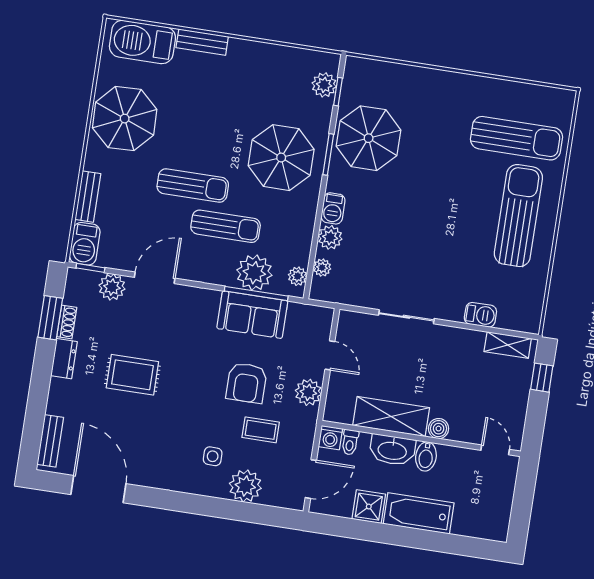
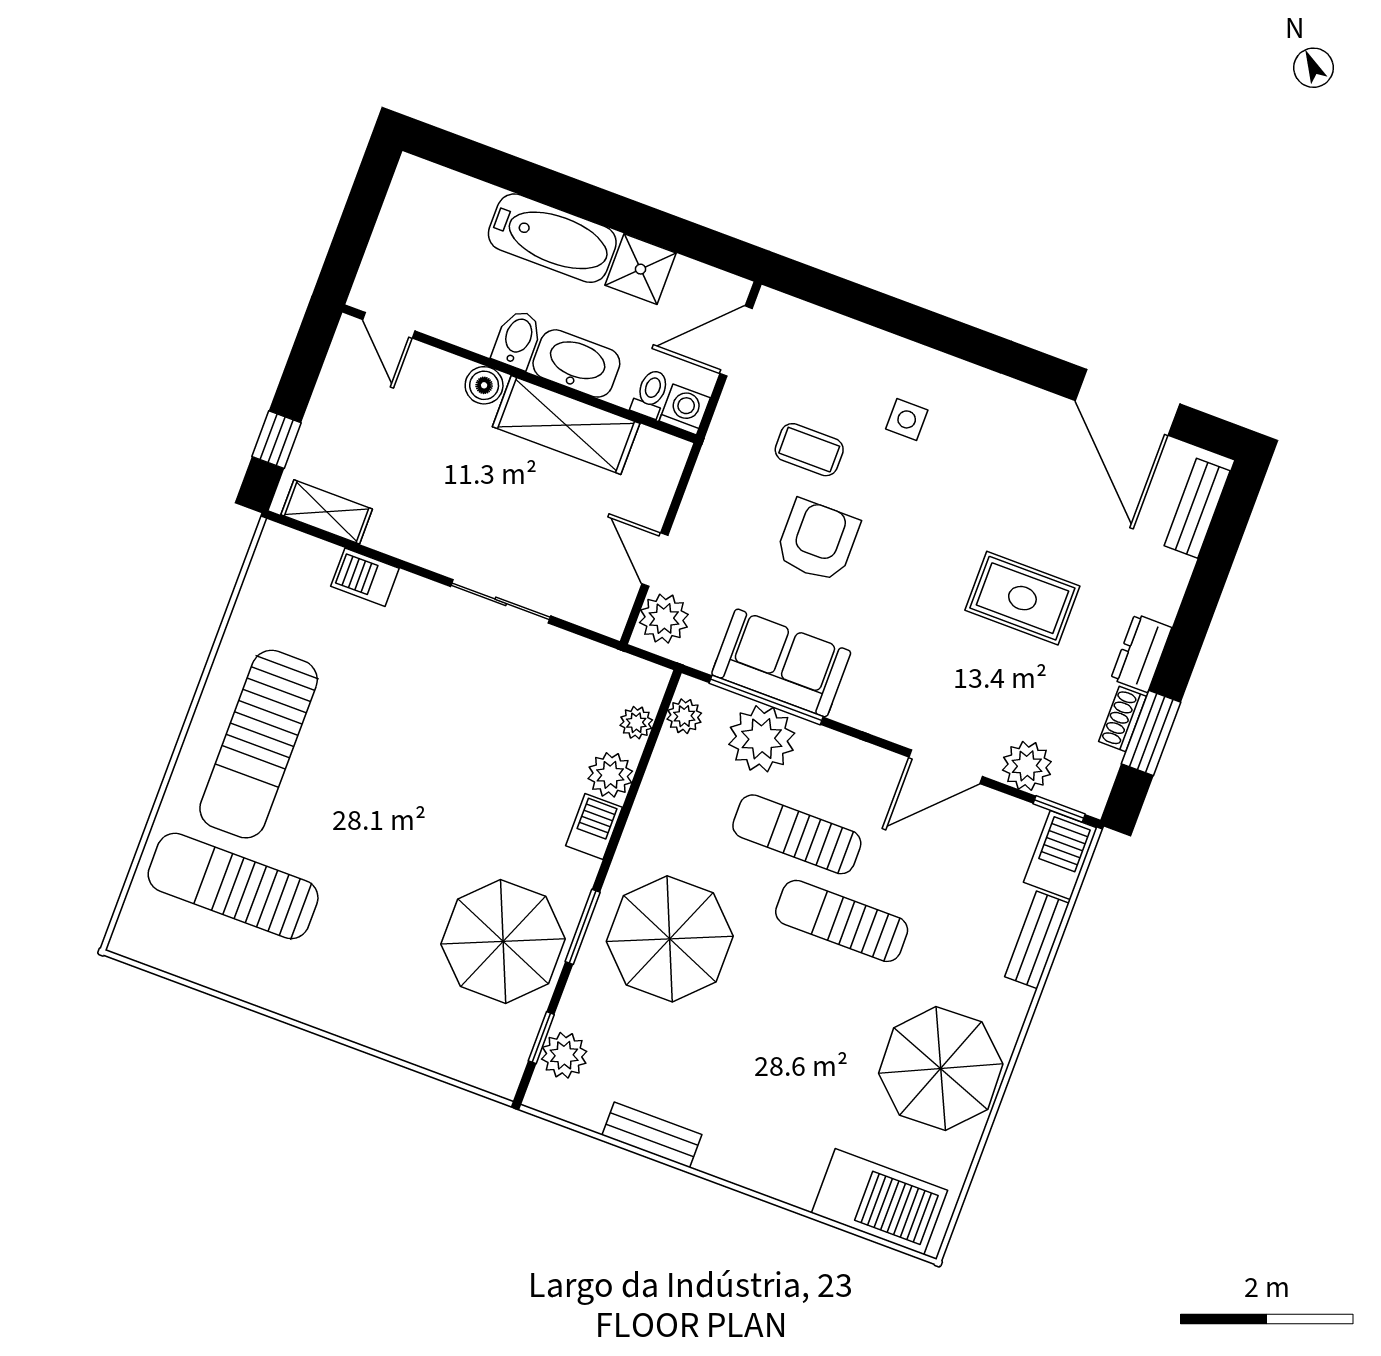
bench: (202, 42) -> (652, 1135), moved
plant: (308, 392) -> (664, 619), moved
plant: (245, 486) -> (858, 353), removed

